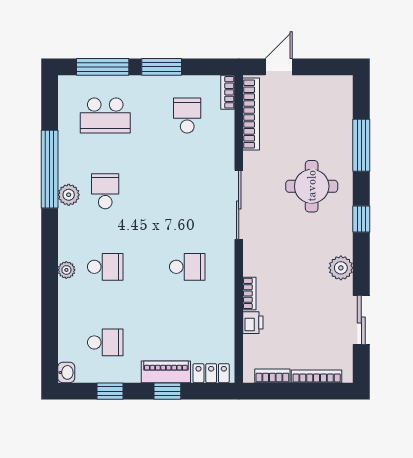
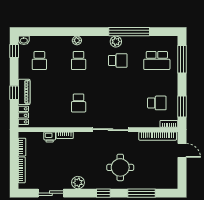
window: (162, 67) -> (182, 107), moved
school desk: (105, 116) -> (157, 61), turned -90
window: (110, 391) -> (14, 51), moved

